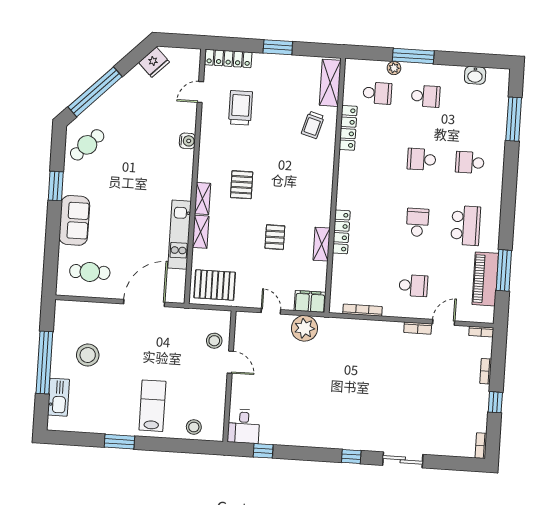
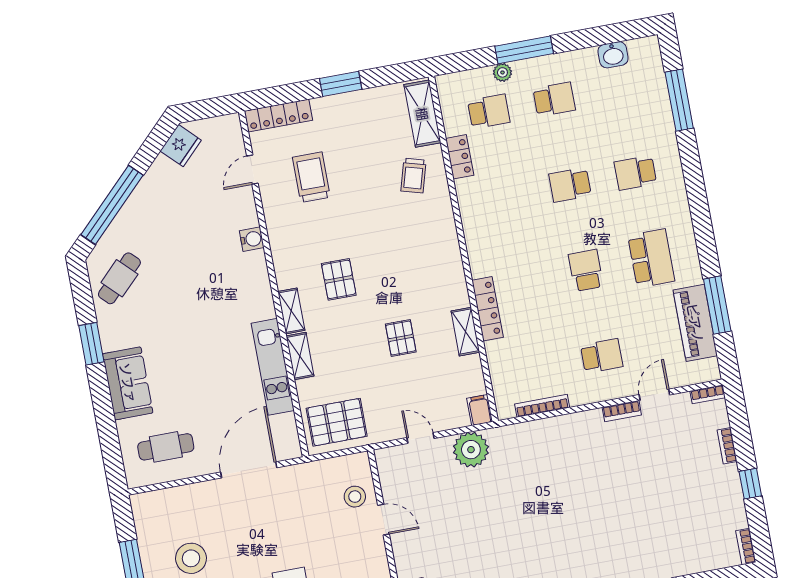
locker: (348, 128) -> (460, 157), width x0.66
filing cabinet: (310, 301) -> (480, 410), width x0.50

